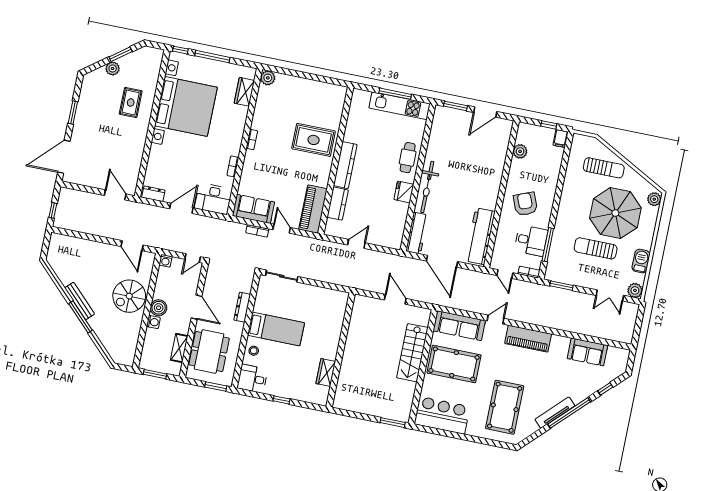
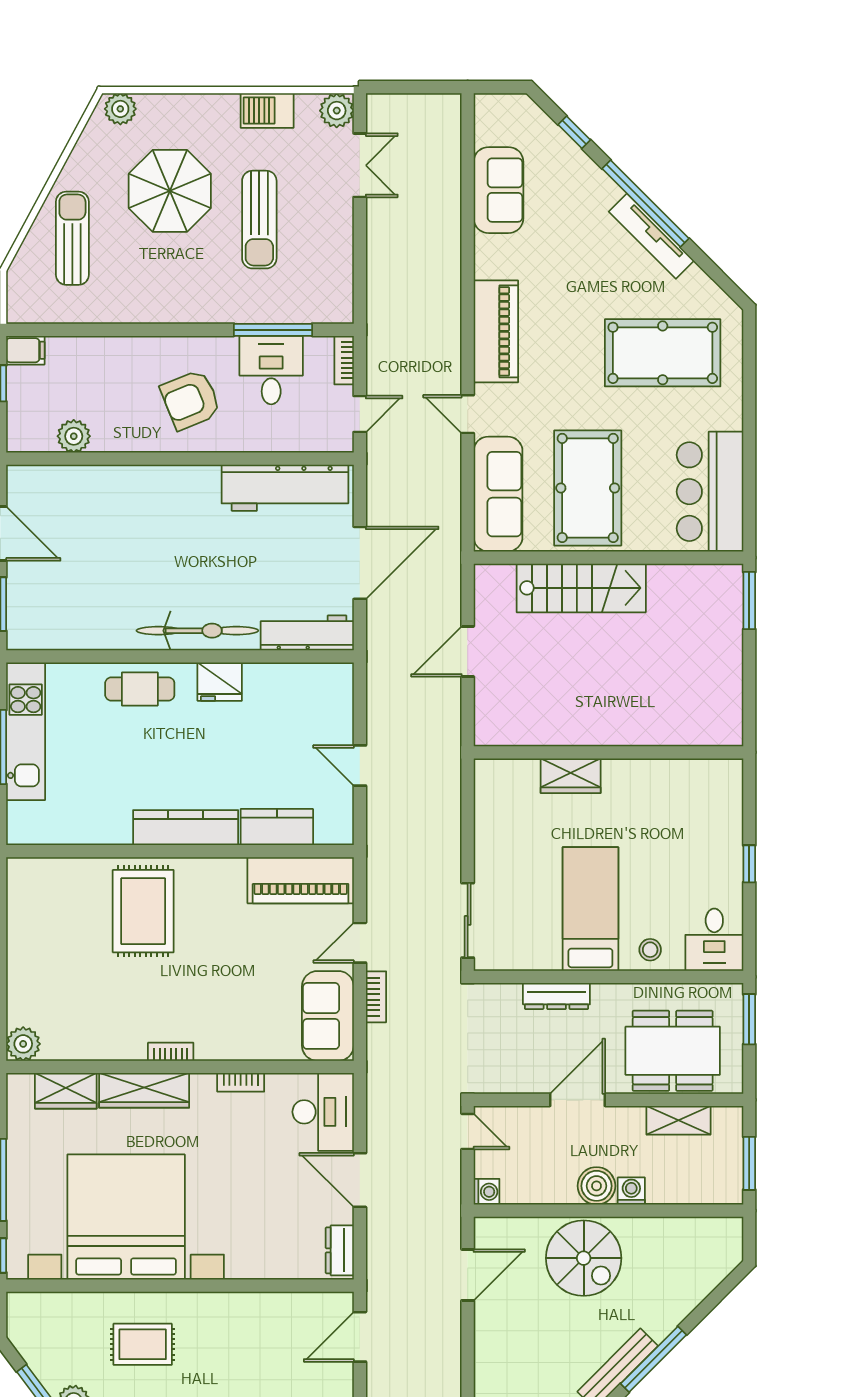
wardrobe: (238, 125) -> (144, 1090), added
parasol: (615, 213) -> (170, 191), width x0.73, depth x0.73
window: (561, 286) -> (360, 280), removed
wardrobe: (326, 372) -> (571, 776), moved

